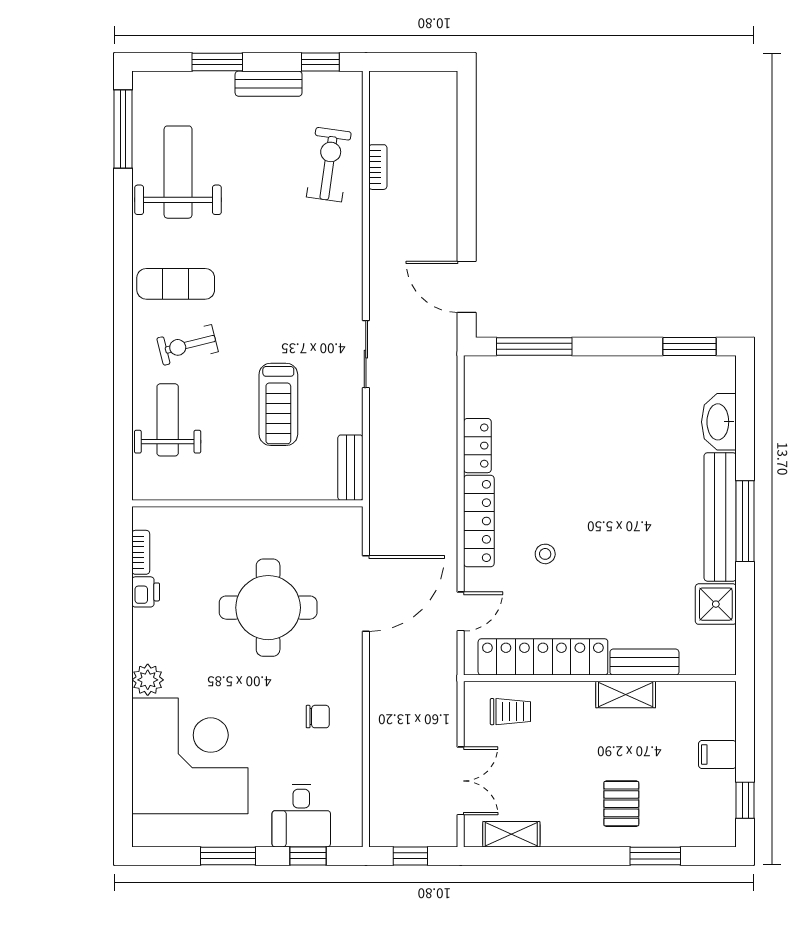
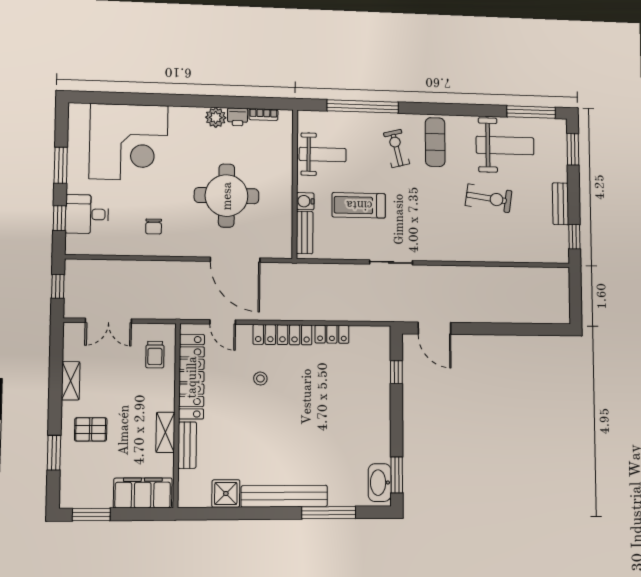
window: (217, 62) -> (573, 149), moved
exercise bike: (329, 165) -> (489, 198), moved
bookcase: (378, 167) -> (510, 272), removed
door: (467, 287) -> (434, 328), swing flipped
window: (534, 346) -> (396, 372), width x0.46
window: (123, 398) -> (363, 106), added
weight bench: (168, 420) -> (323, 155), moved
washbasin: (719, 422) -> (380, 483), moved, turned -90
bench: (350, 468) -> (305, 233), moved, turned 90
water cooler: (274, 487) -> (305, 201), added
window: (745, 521) -> (329, 513), moved
plant: (148, 680) -> (216, 117), moved
filing cabinet: (717, 754) -> (143, 493), width x3.00, depth x1.17
window: (745, 800) -> (91, 515), width x1.50
shelving: (511, 834) -> (71, 381), moved

